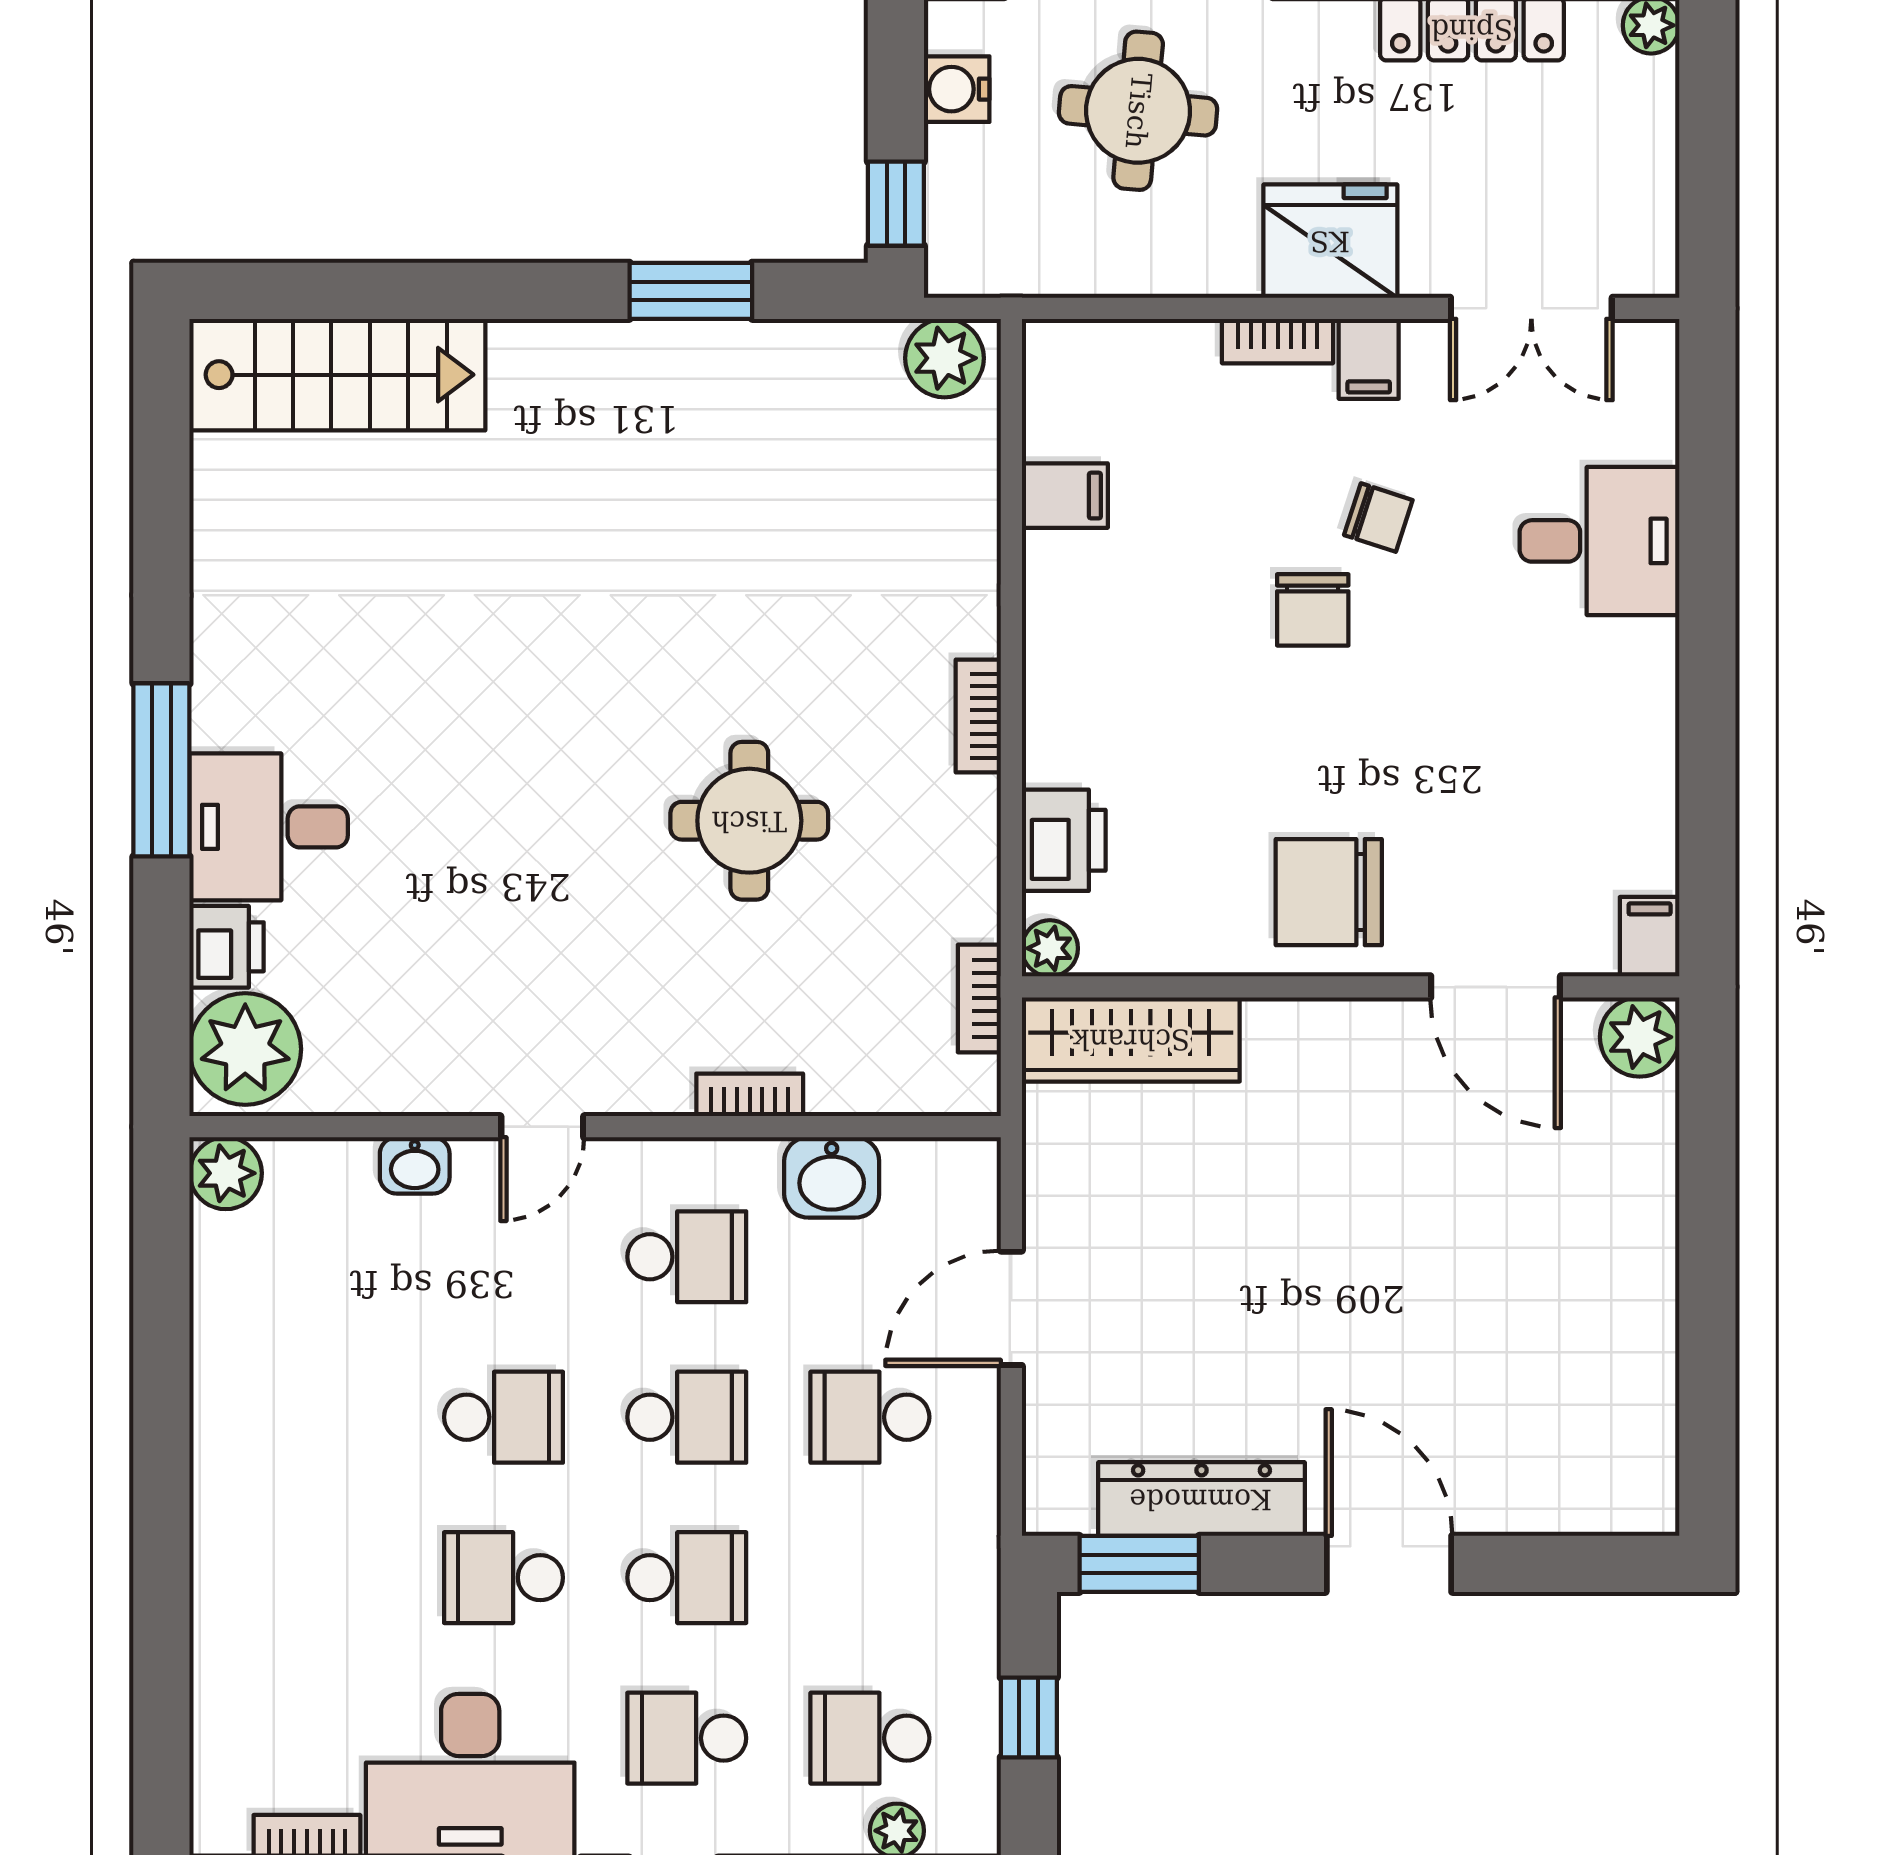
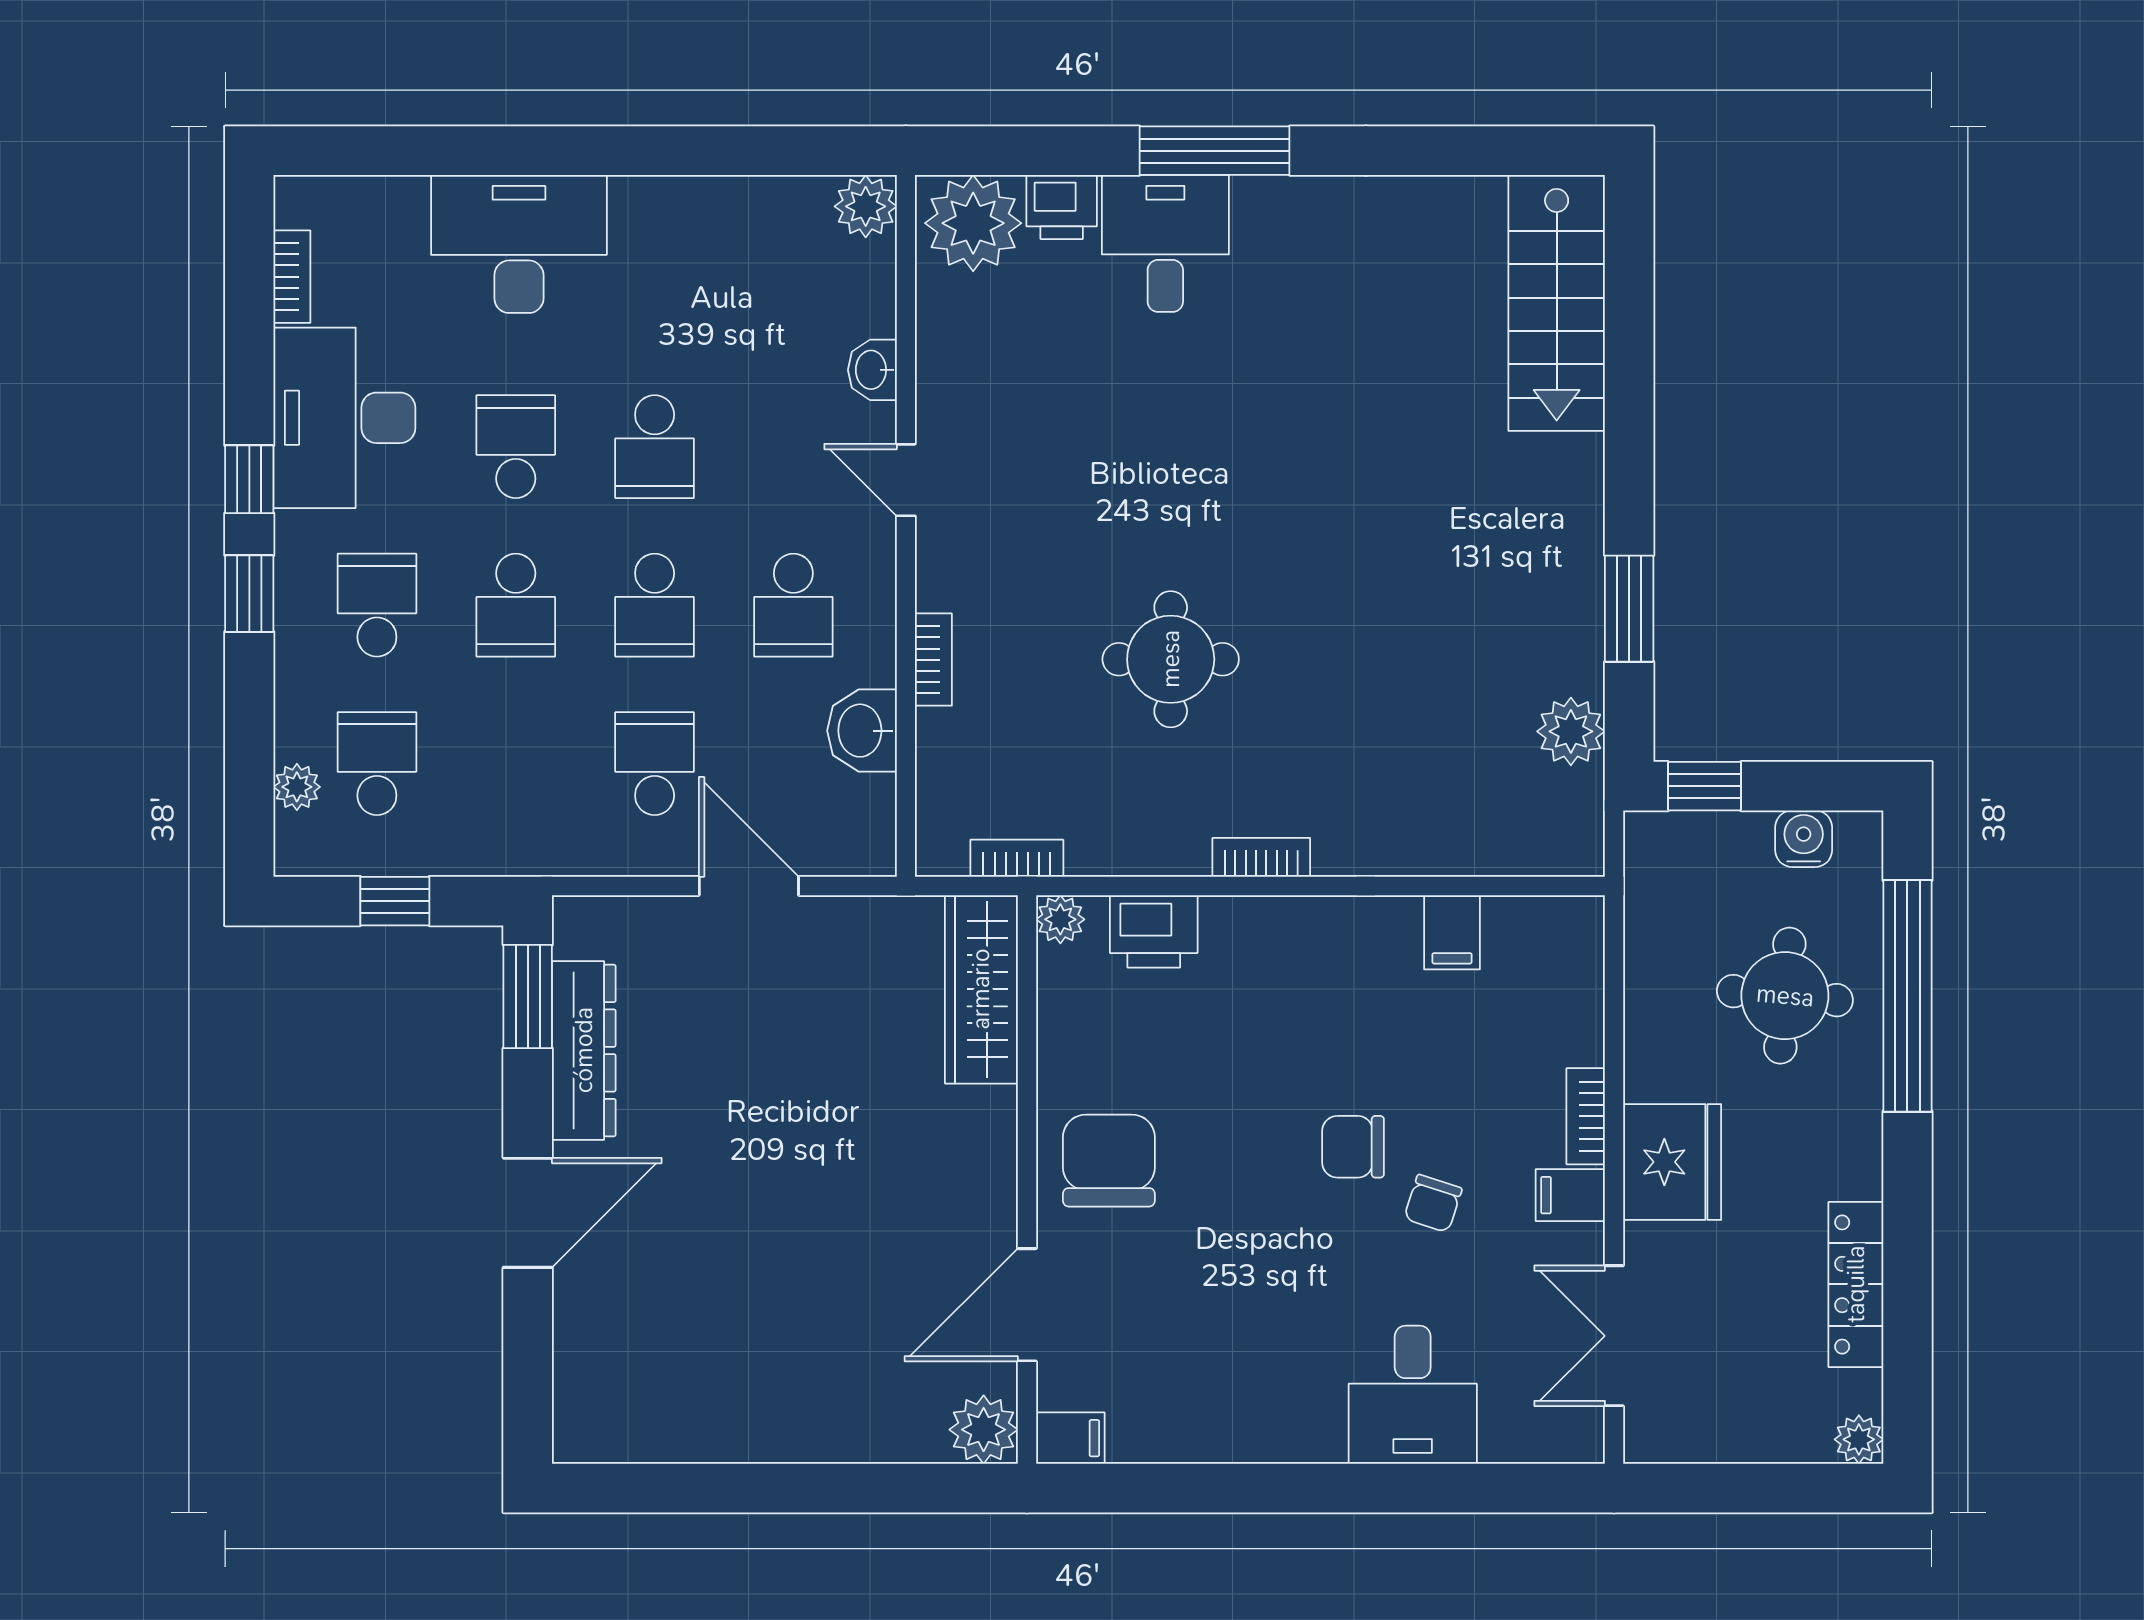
plant: (944, 358) -> (1571, 731), moved
desk: (269, 1574) -> (519, 244), added

